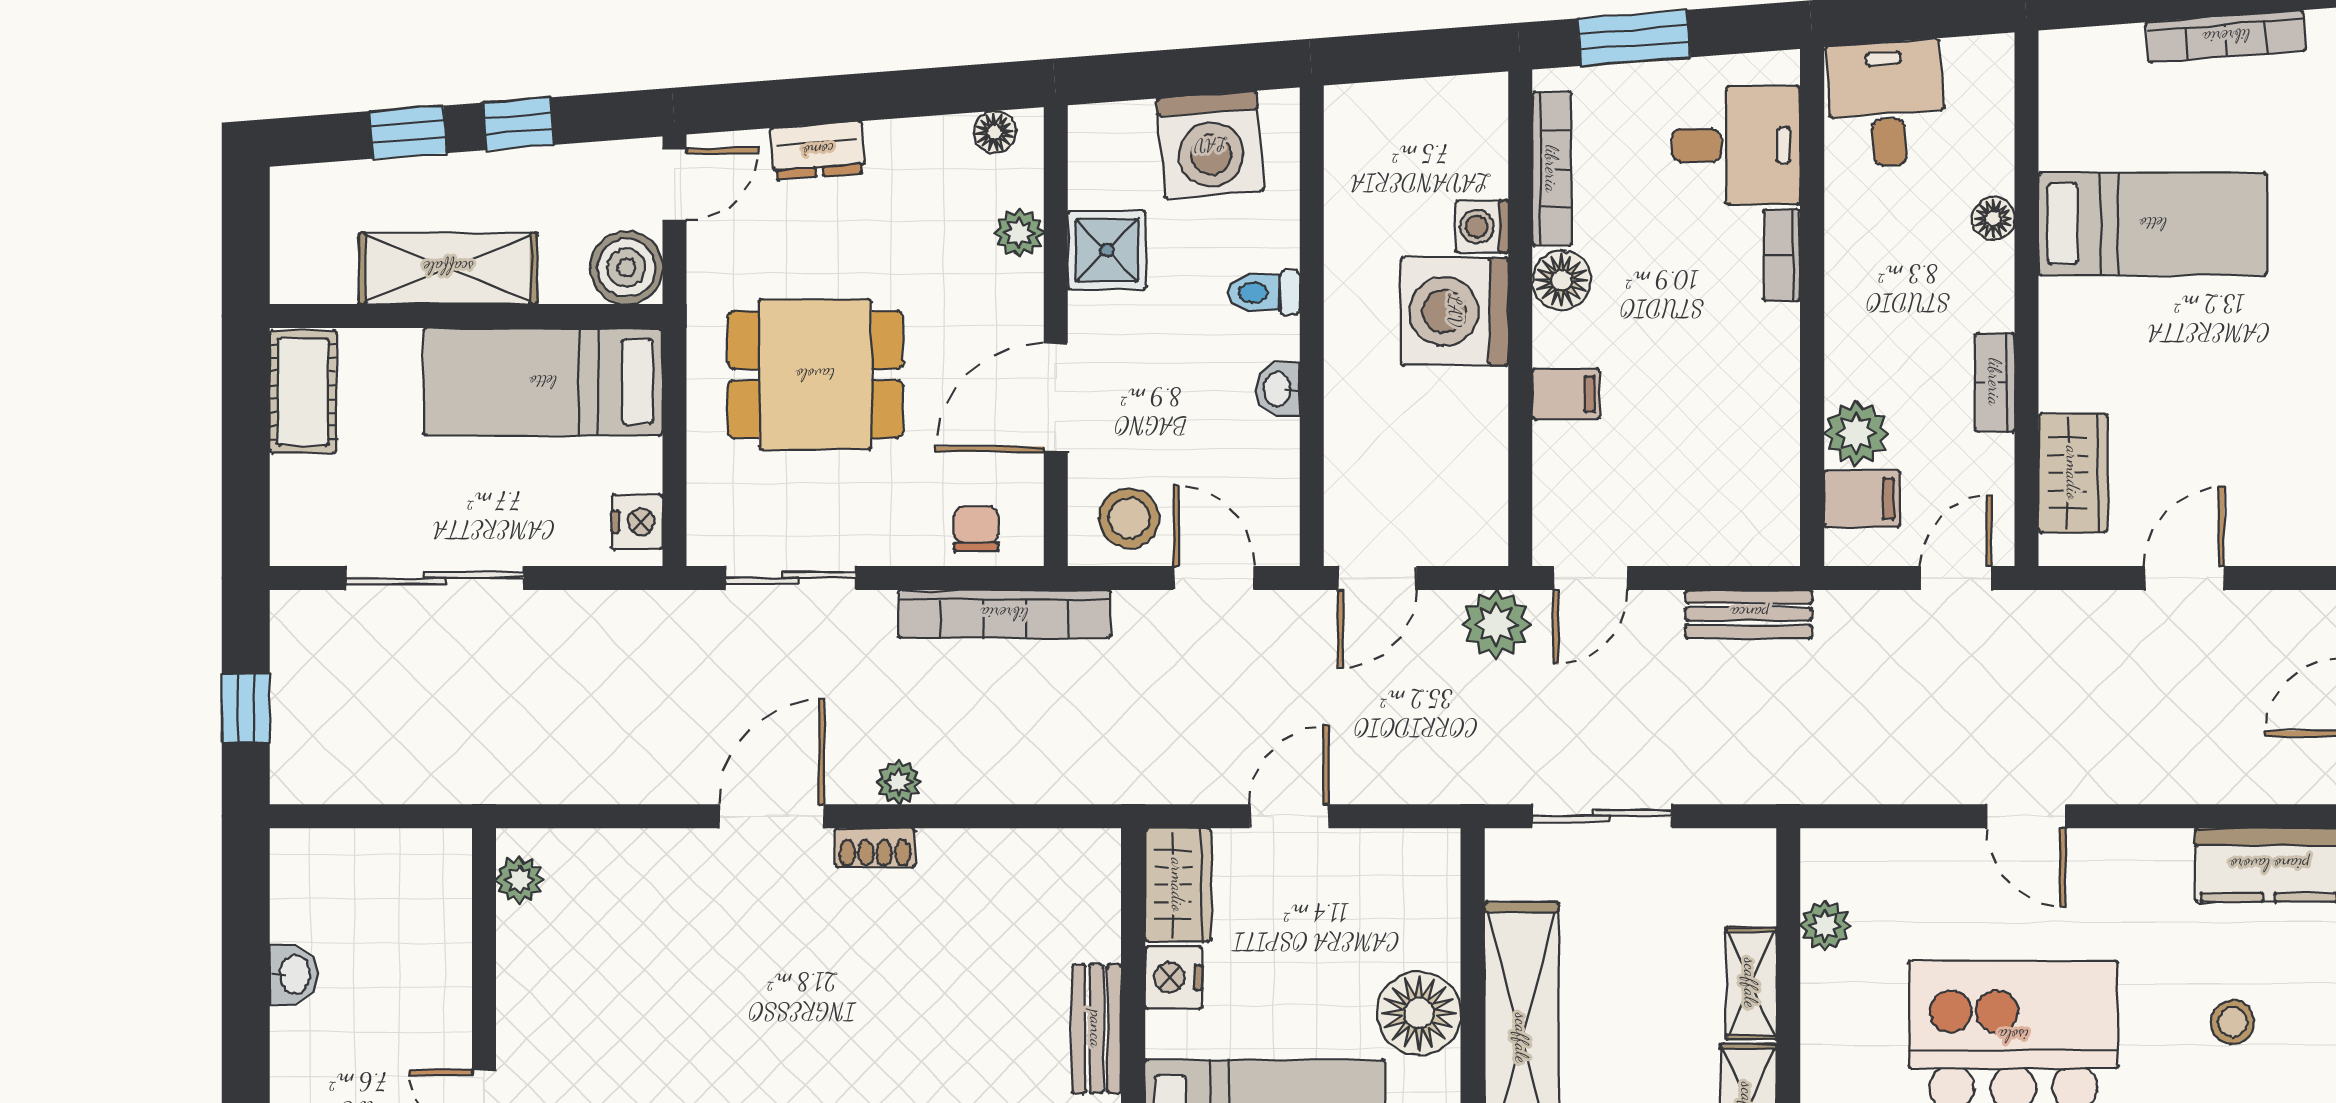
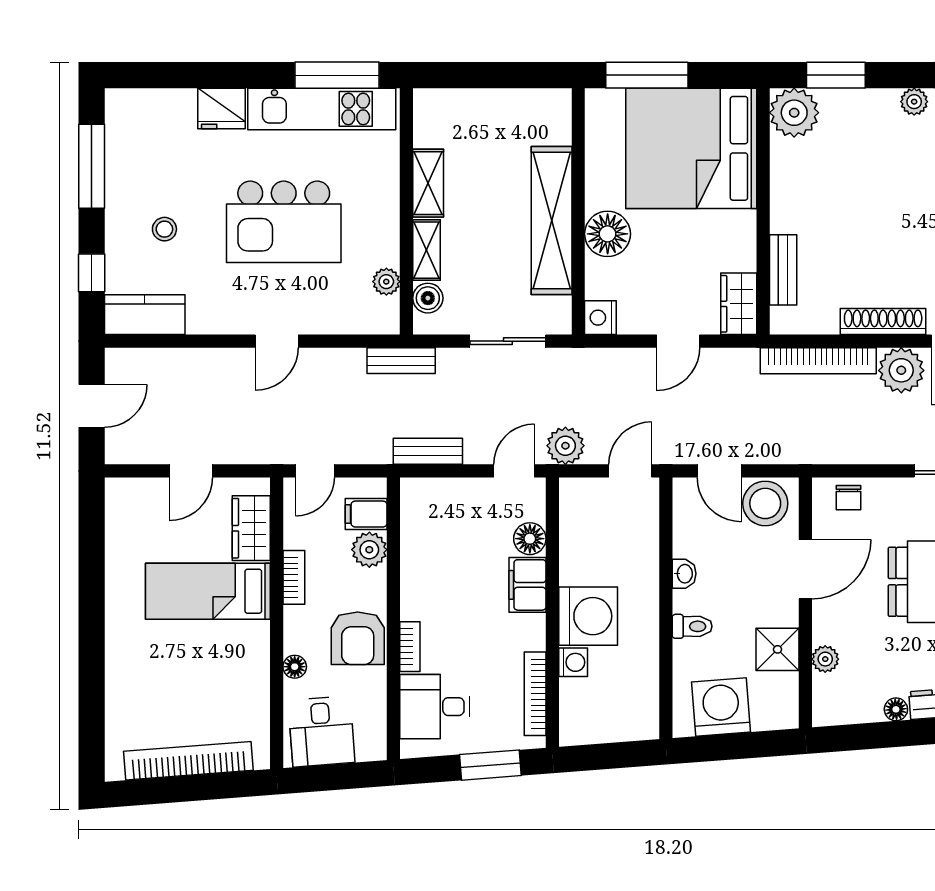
bookcase: (2226, 37) -> (188, 761), width x1.48, depth x1.31
desk: (1887, 104) -> (321, 731), moved
floor lamp: (995, 132) -> (896, 709), moved
bed: (2153, 224) -> (208, 591), moved
armchair: (1878, 271) -> (358, 638), added
floor lamp: (1562, 280) -> (530, 539), moved
filing cabinet: (1566, 394) -> (527, 585), width x2.00
stool: (1129, 518) -> (765, 503), width x1.38, depth x1.38
bookcase: (1004, 614) -> (818, 361), moved, turned 180
bench: (1798, 780) -> (401, 361), added
plant: (899, 782) -> (901, 370), width x1.88, depth x1.88
door: (2026, 816) -> (277, 341), swing flipped
shoe rack: (875, 848) -> (883, 322), width x1.94, depth x1.24
boiler: (1749, 895) -> (428, 298), added
nightstand: (1174, 978) -> (600, 318), moved, turned 180
bench: (1097, 1029) -> (783, 270), moved

